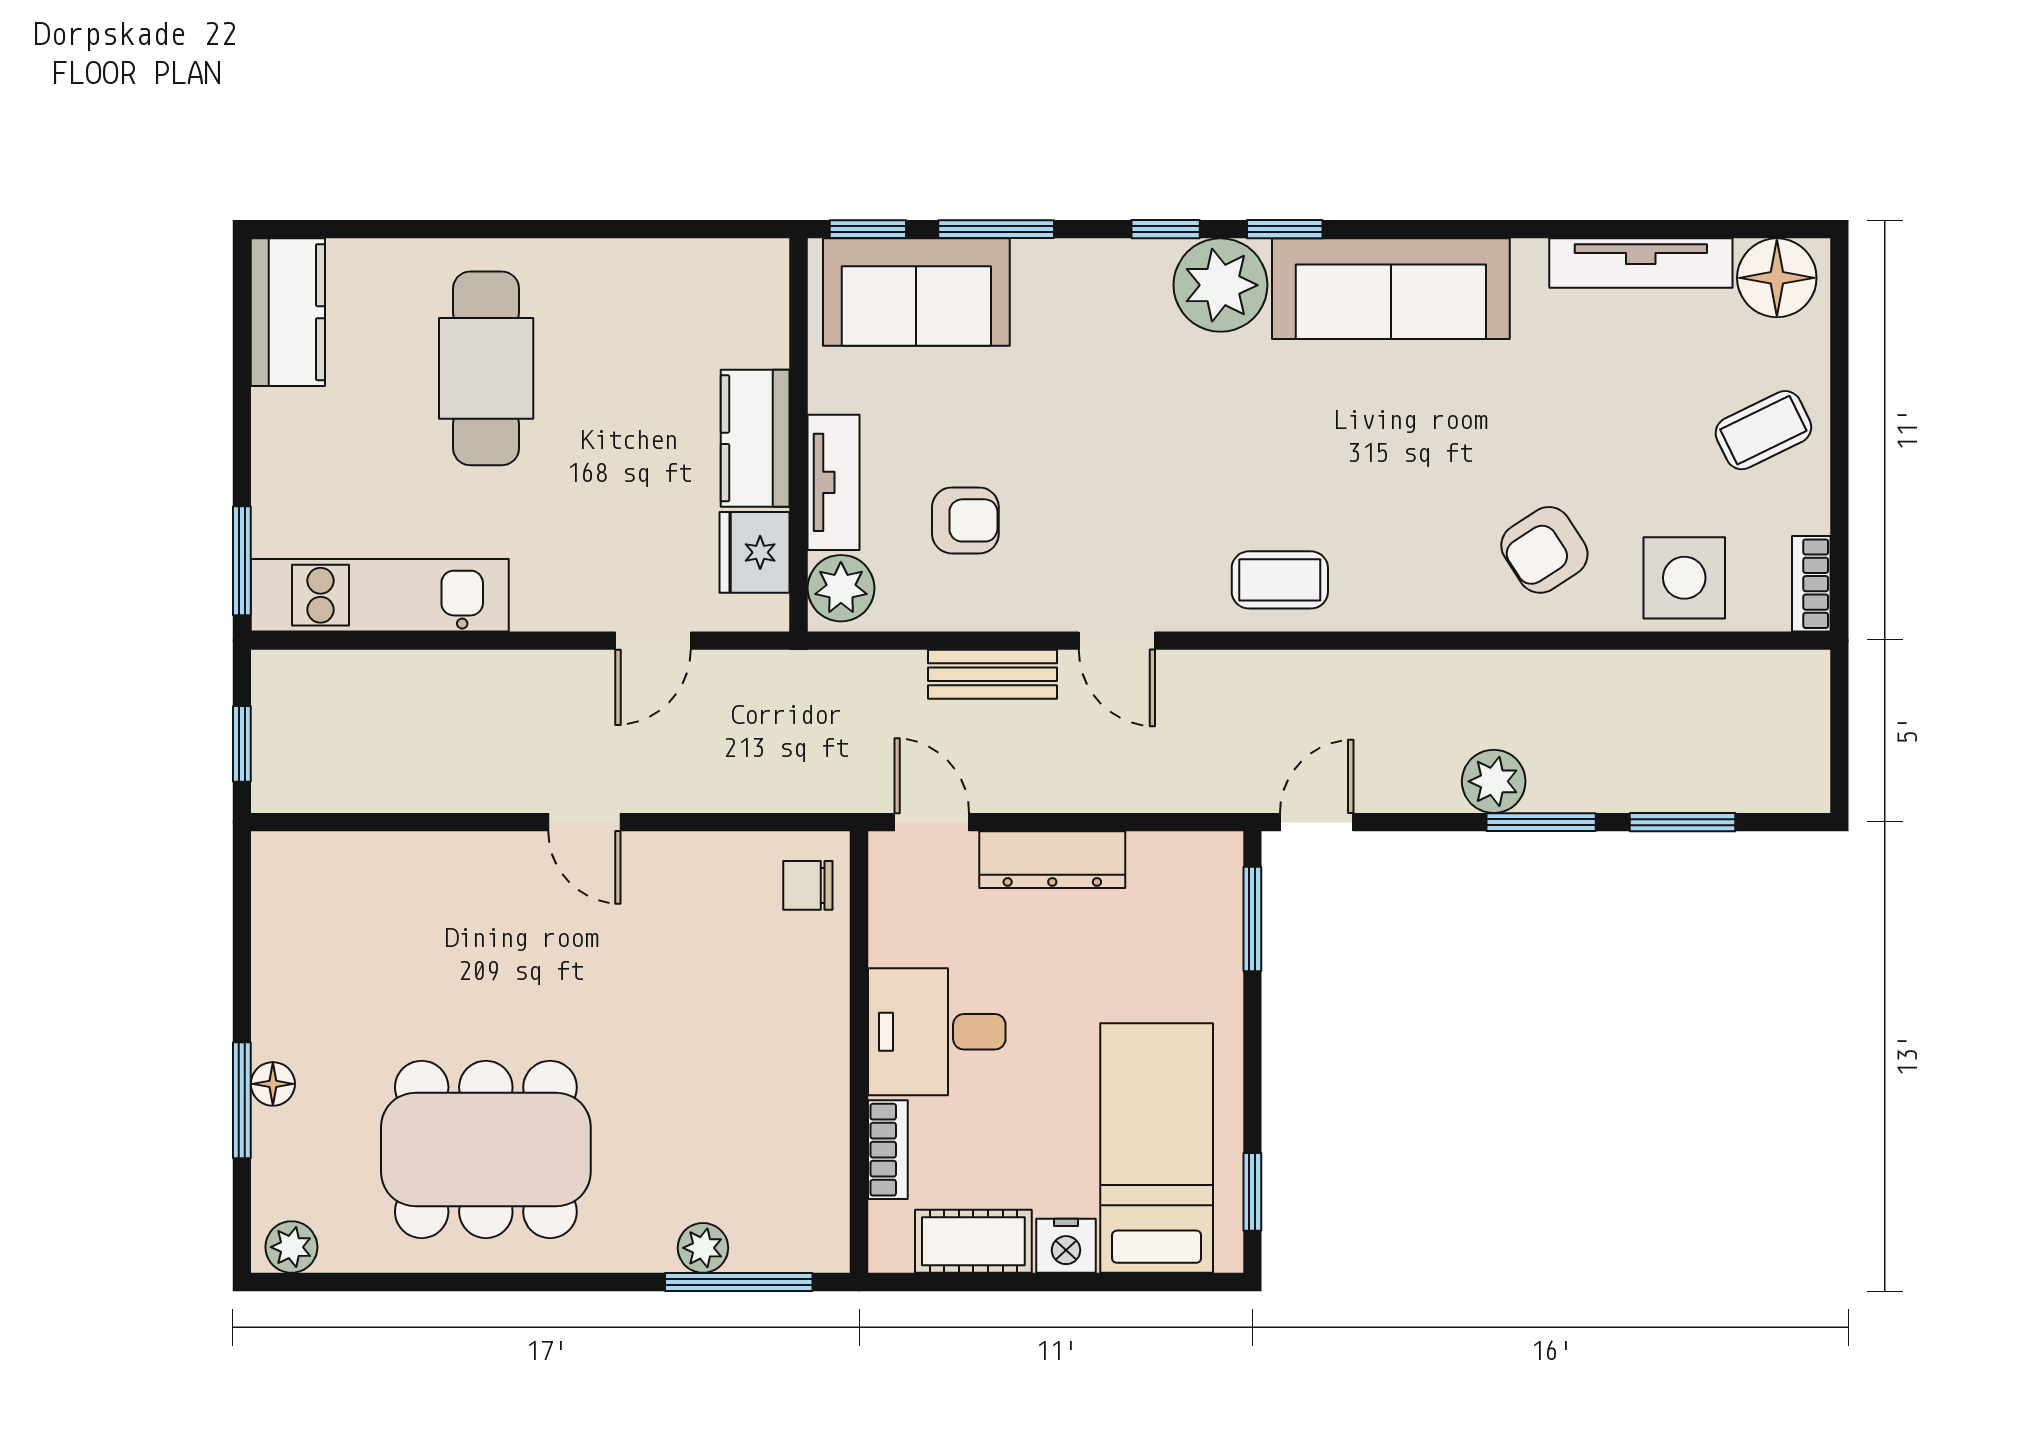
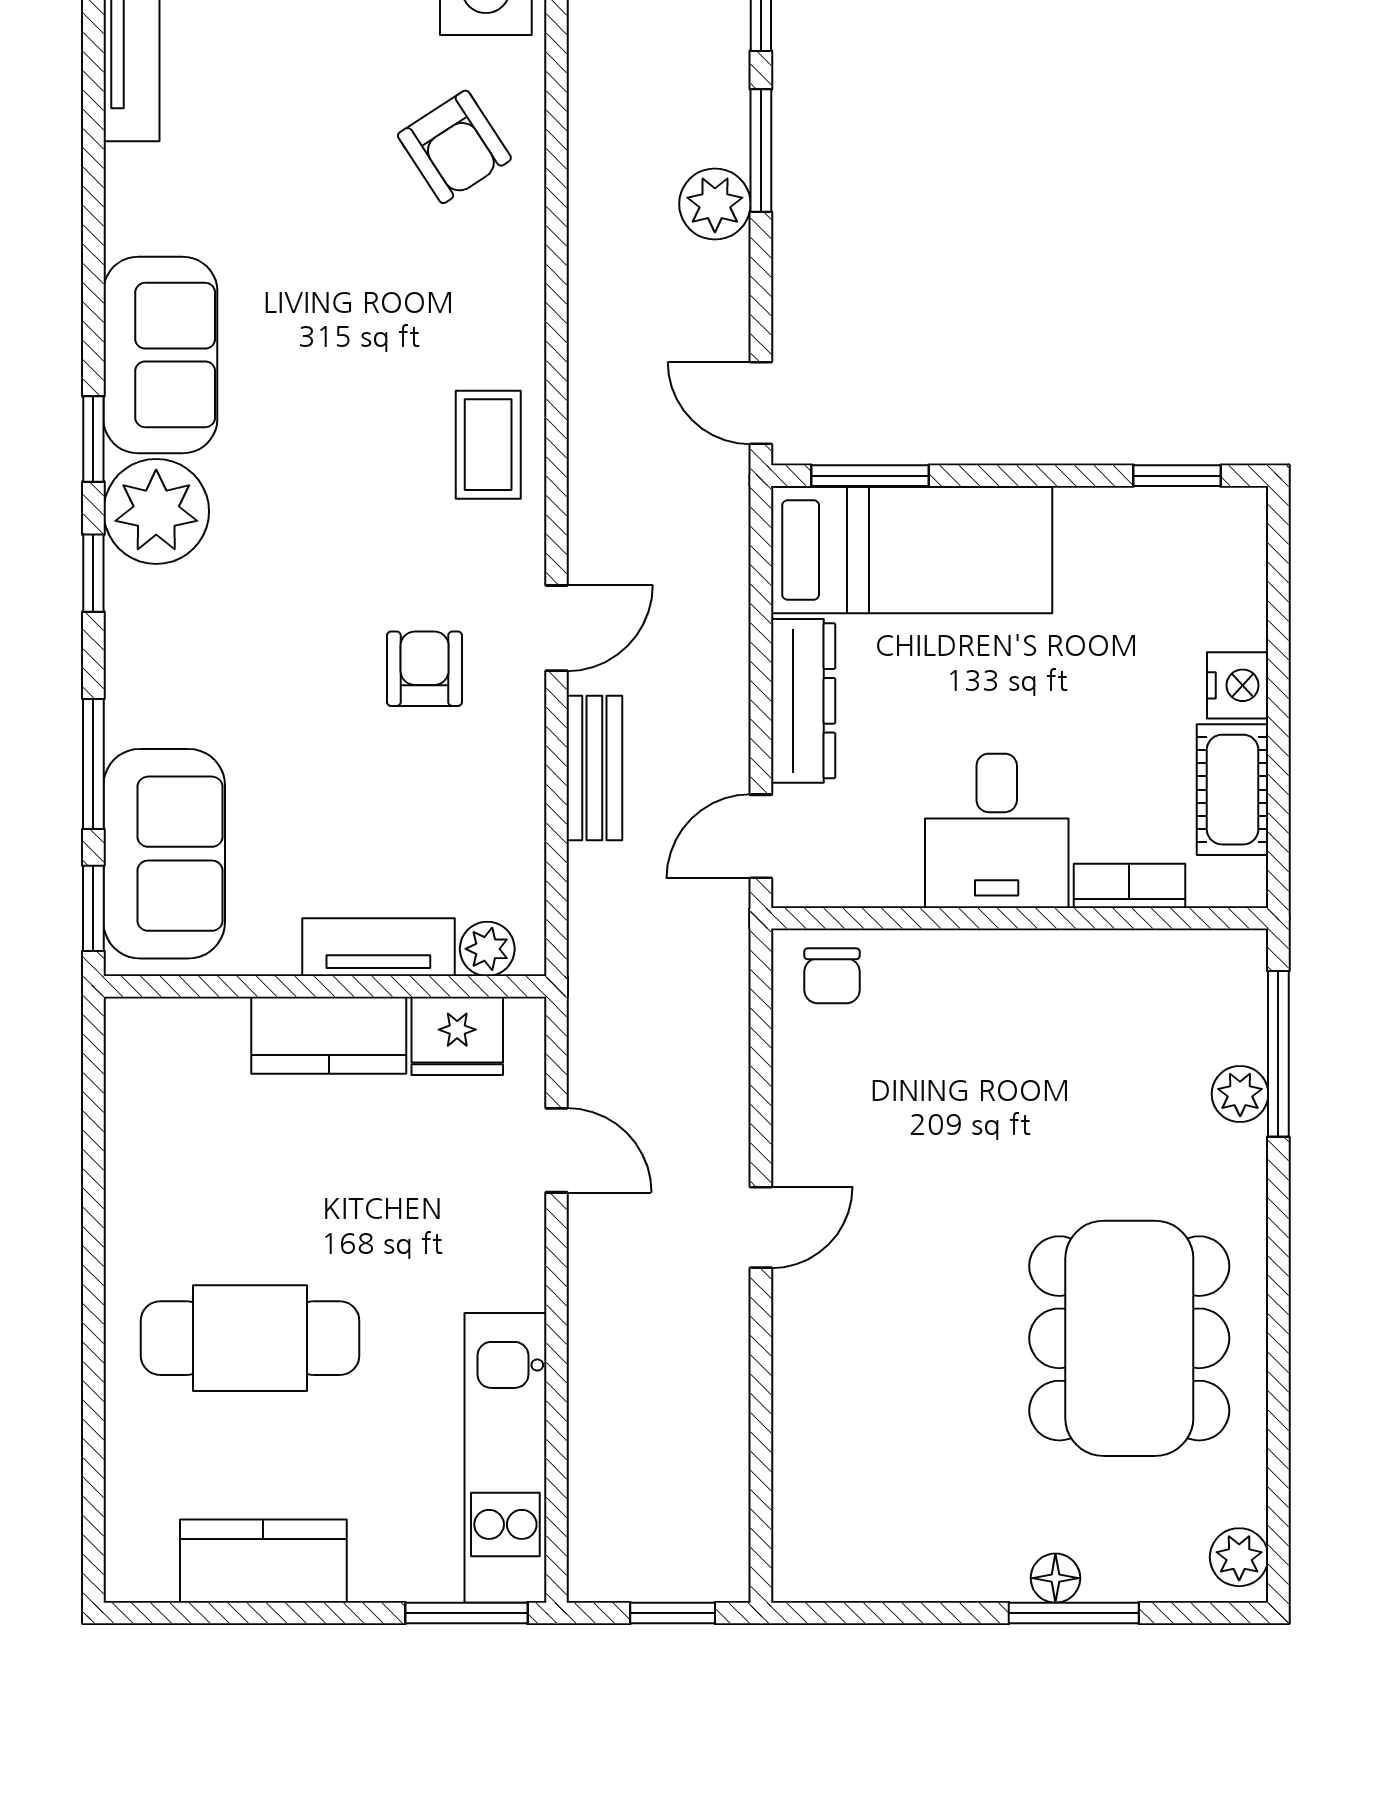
sofa: (1391, 289) -> (160, 355), width x0.73
kitchen counter: (288, 312) -> (263, 1561), moved
armchair: (965, 520) -> (425, 669), moved
plant: (841, 588) -> (487, 949), width x0.73, depth x0.73
bed: (1157, 1148) -> (912, 550), moved, turned 180

